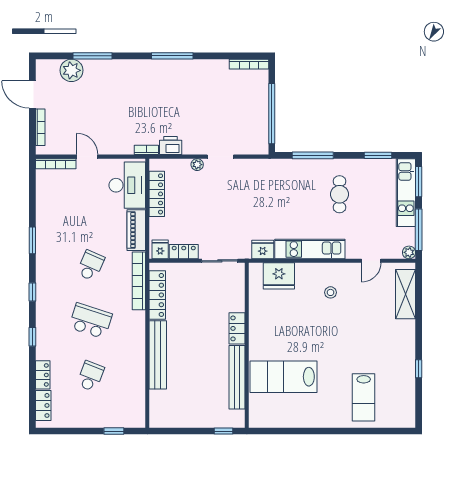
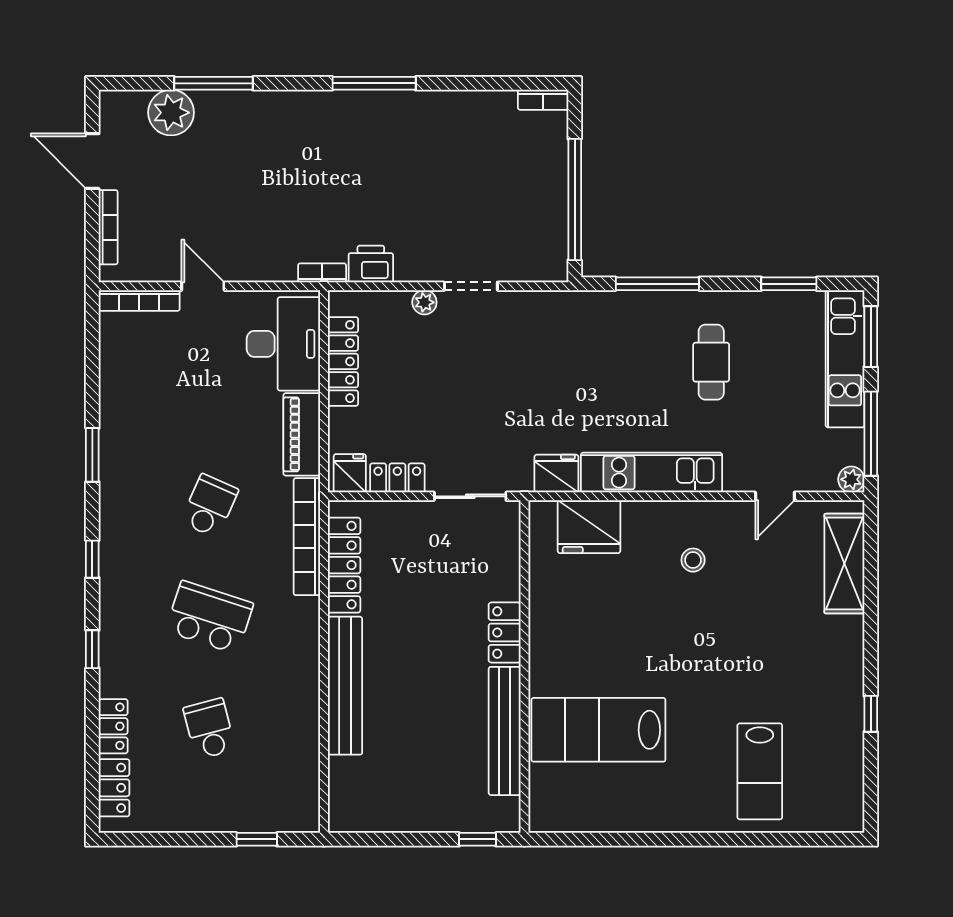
bookcase: (249, 64) -> (543, 100), width x0.64
school desk: (91, 376) -> (209, 729), turned -36

